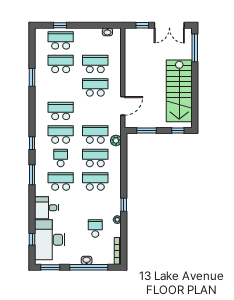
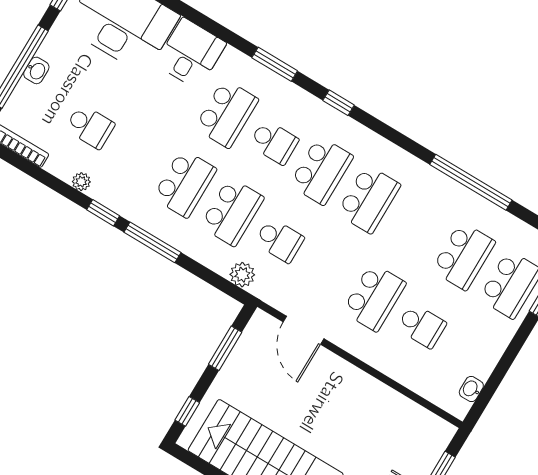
school desk: (95, 64) -> (422, 326), width x0.54
window: (32, 77) -> (471, 182), width x2.11
school desk: (95, 134) -> (279, 240), width x0.54
window: (124, 180) -> (152, 242), added

